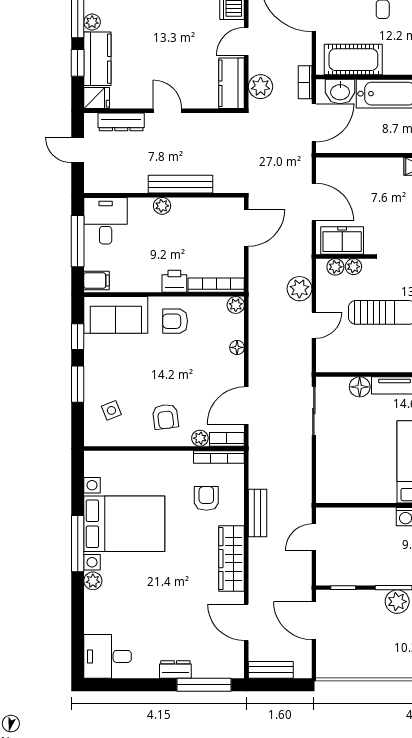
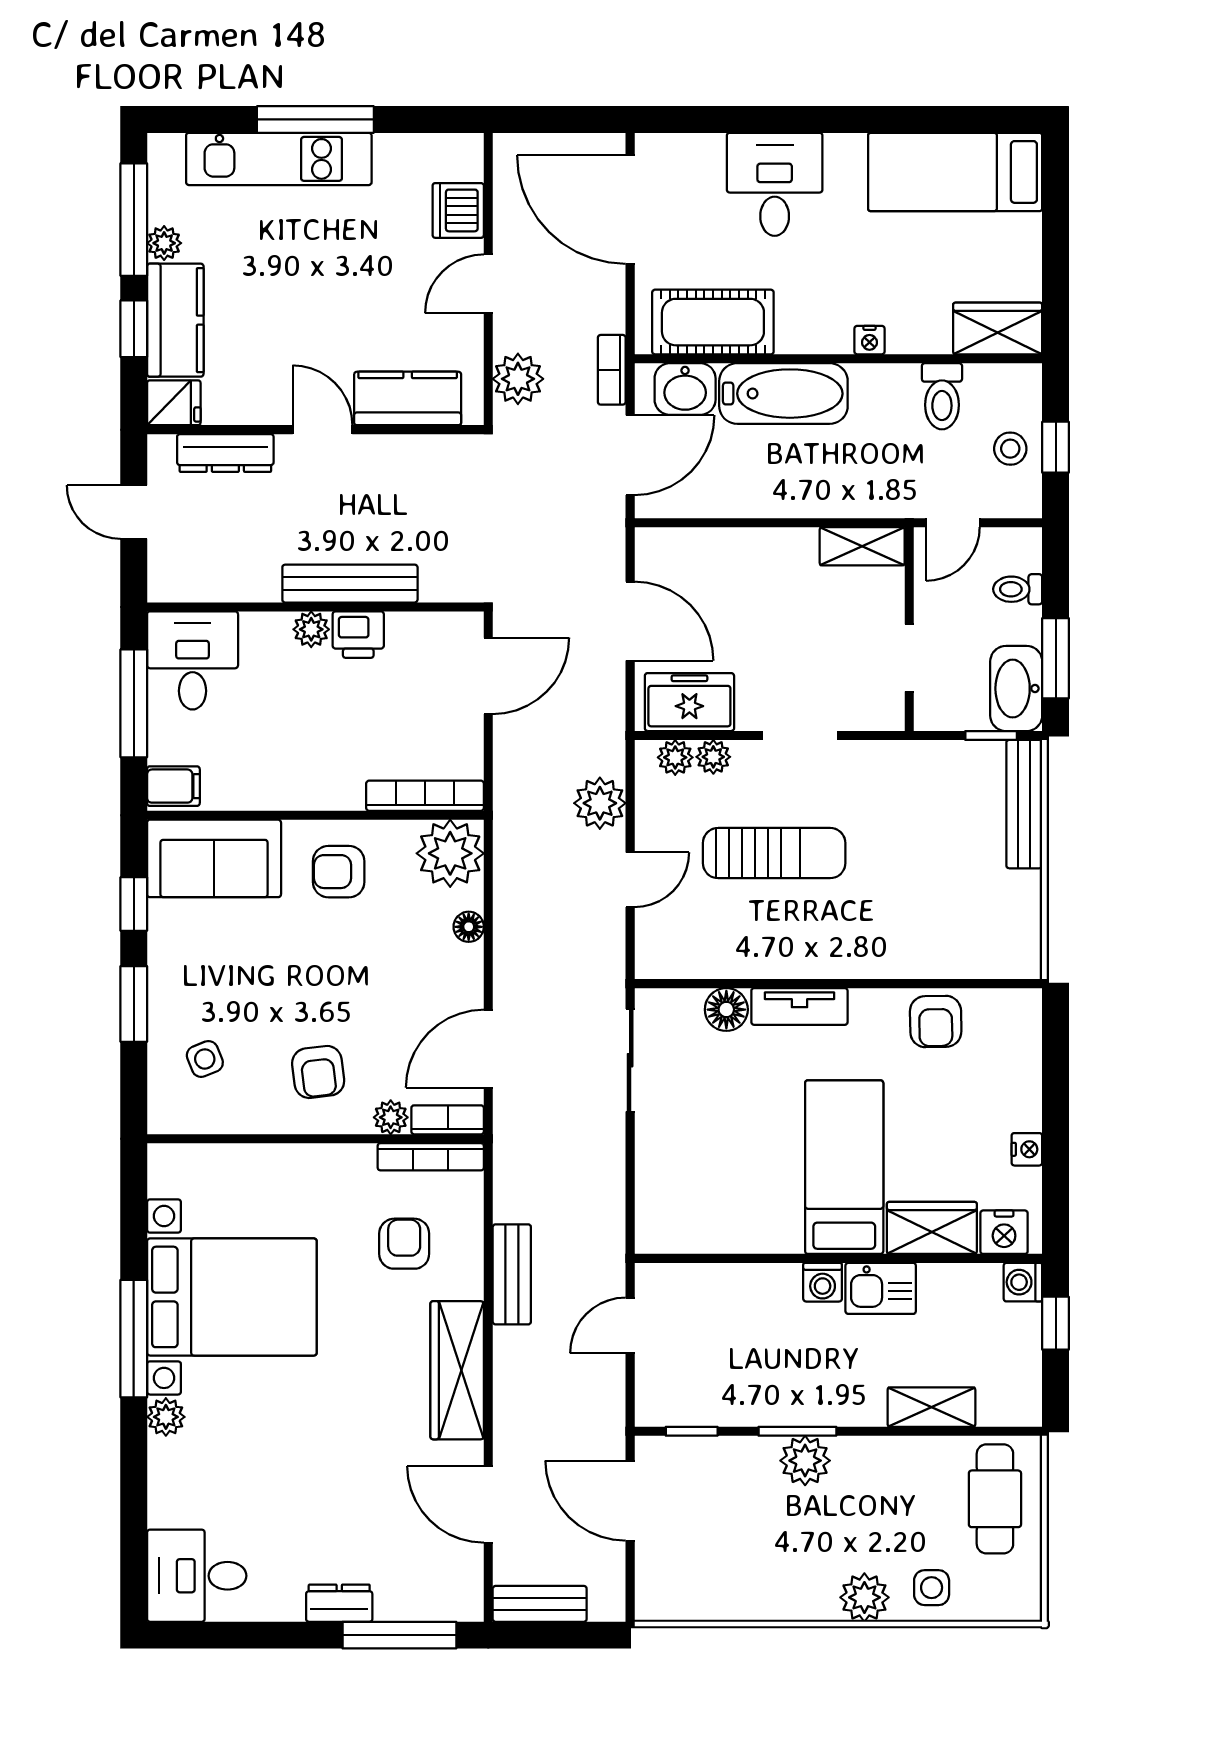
kitchen counter: (232, 83) -> (408, 398), moved, turned 90
printer: (174, 281) -> (358, 635), moved, turned 180
plant: (236, 305) -> (450, 853), width x1.88, depth x1.88

